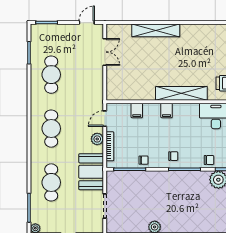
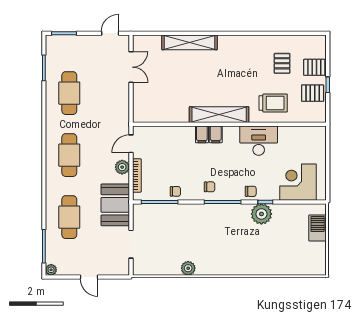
filing cabinet: (137, 111) -> (216, 134), moved

